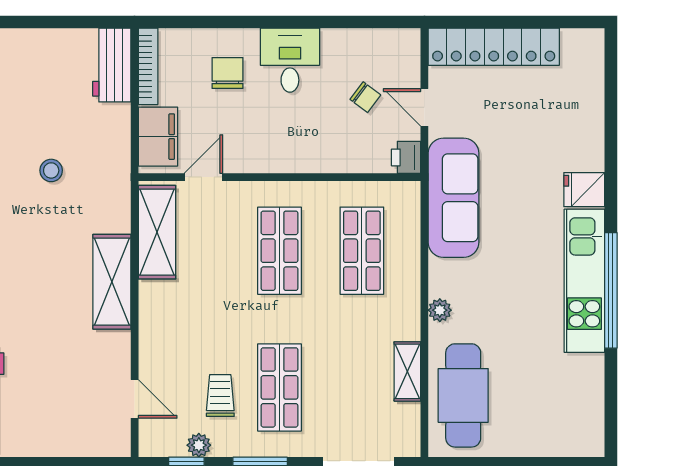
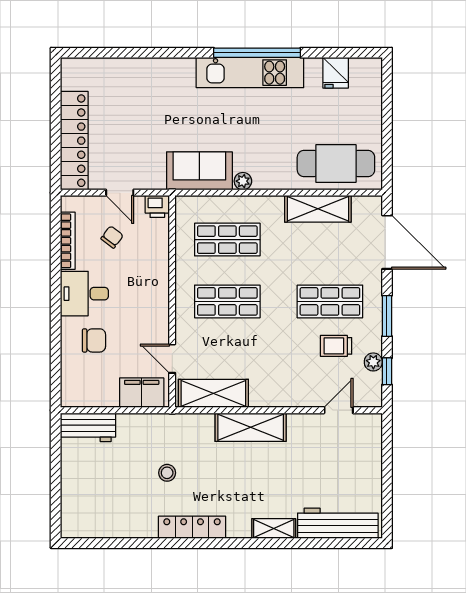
bookcase: (148, 66) -> (68, 241), moved, turned 90
chair: (228, 73) -> (94, 340), turned 180
door: (424, 107) -> (120, 193), hinge flipped
fridge: (584, 190) -> (336, 73), moved
sofa: (454, 198) -> (199, 171), width x0.73
plant: (440, 310) -> (243, 181), moved
shelving: (407, 371) -> (318, 209), width x1.50, depth x1.33

